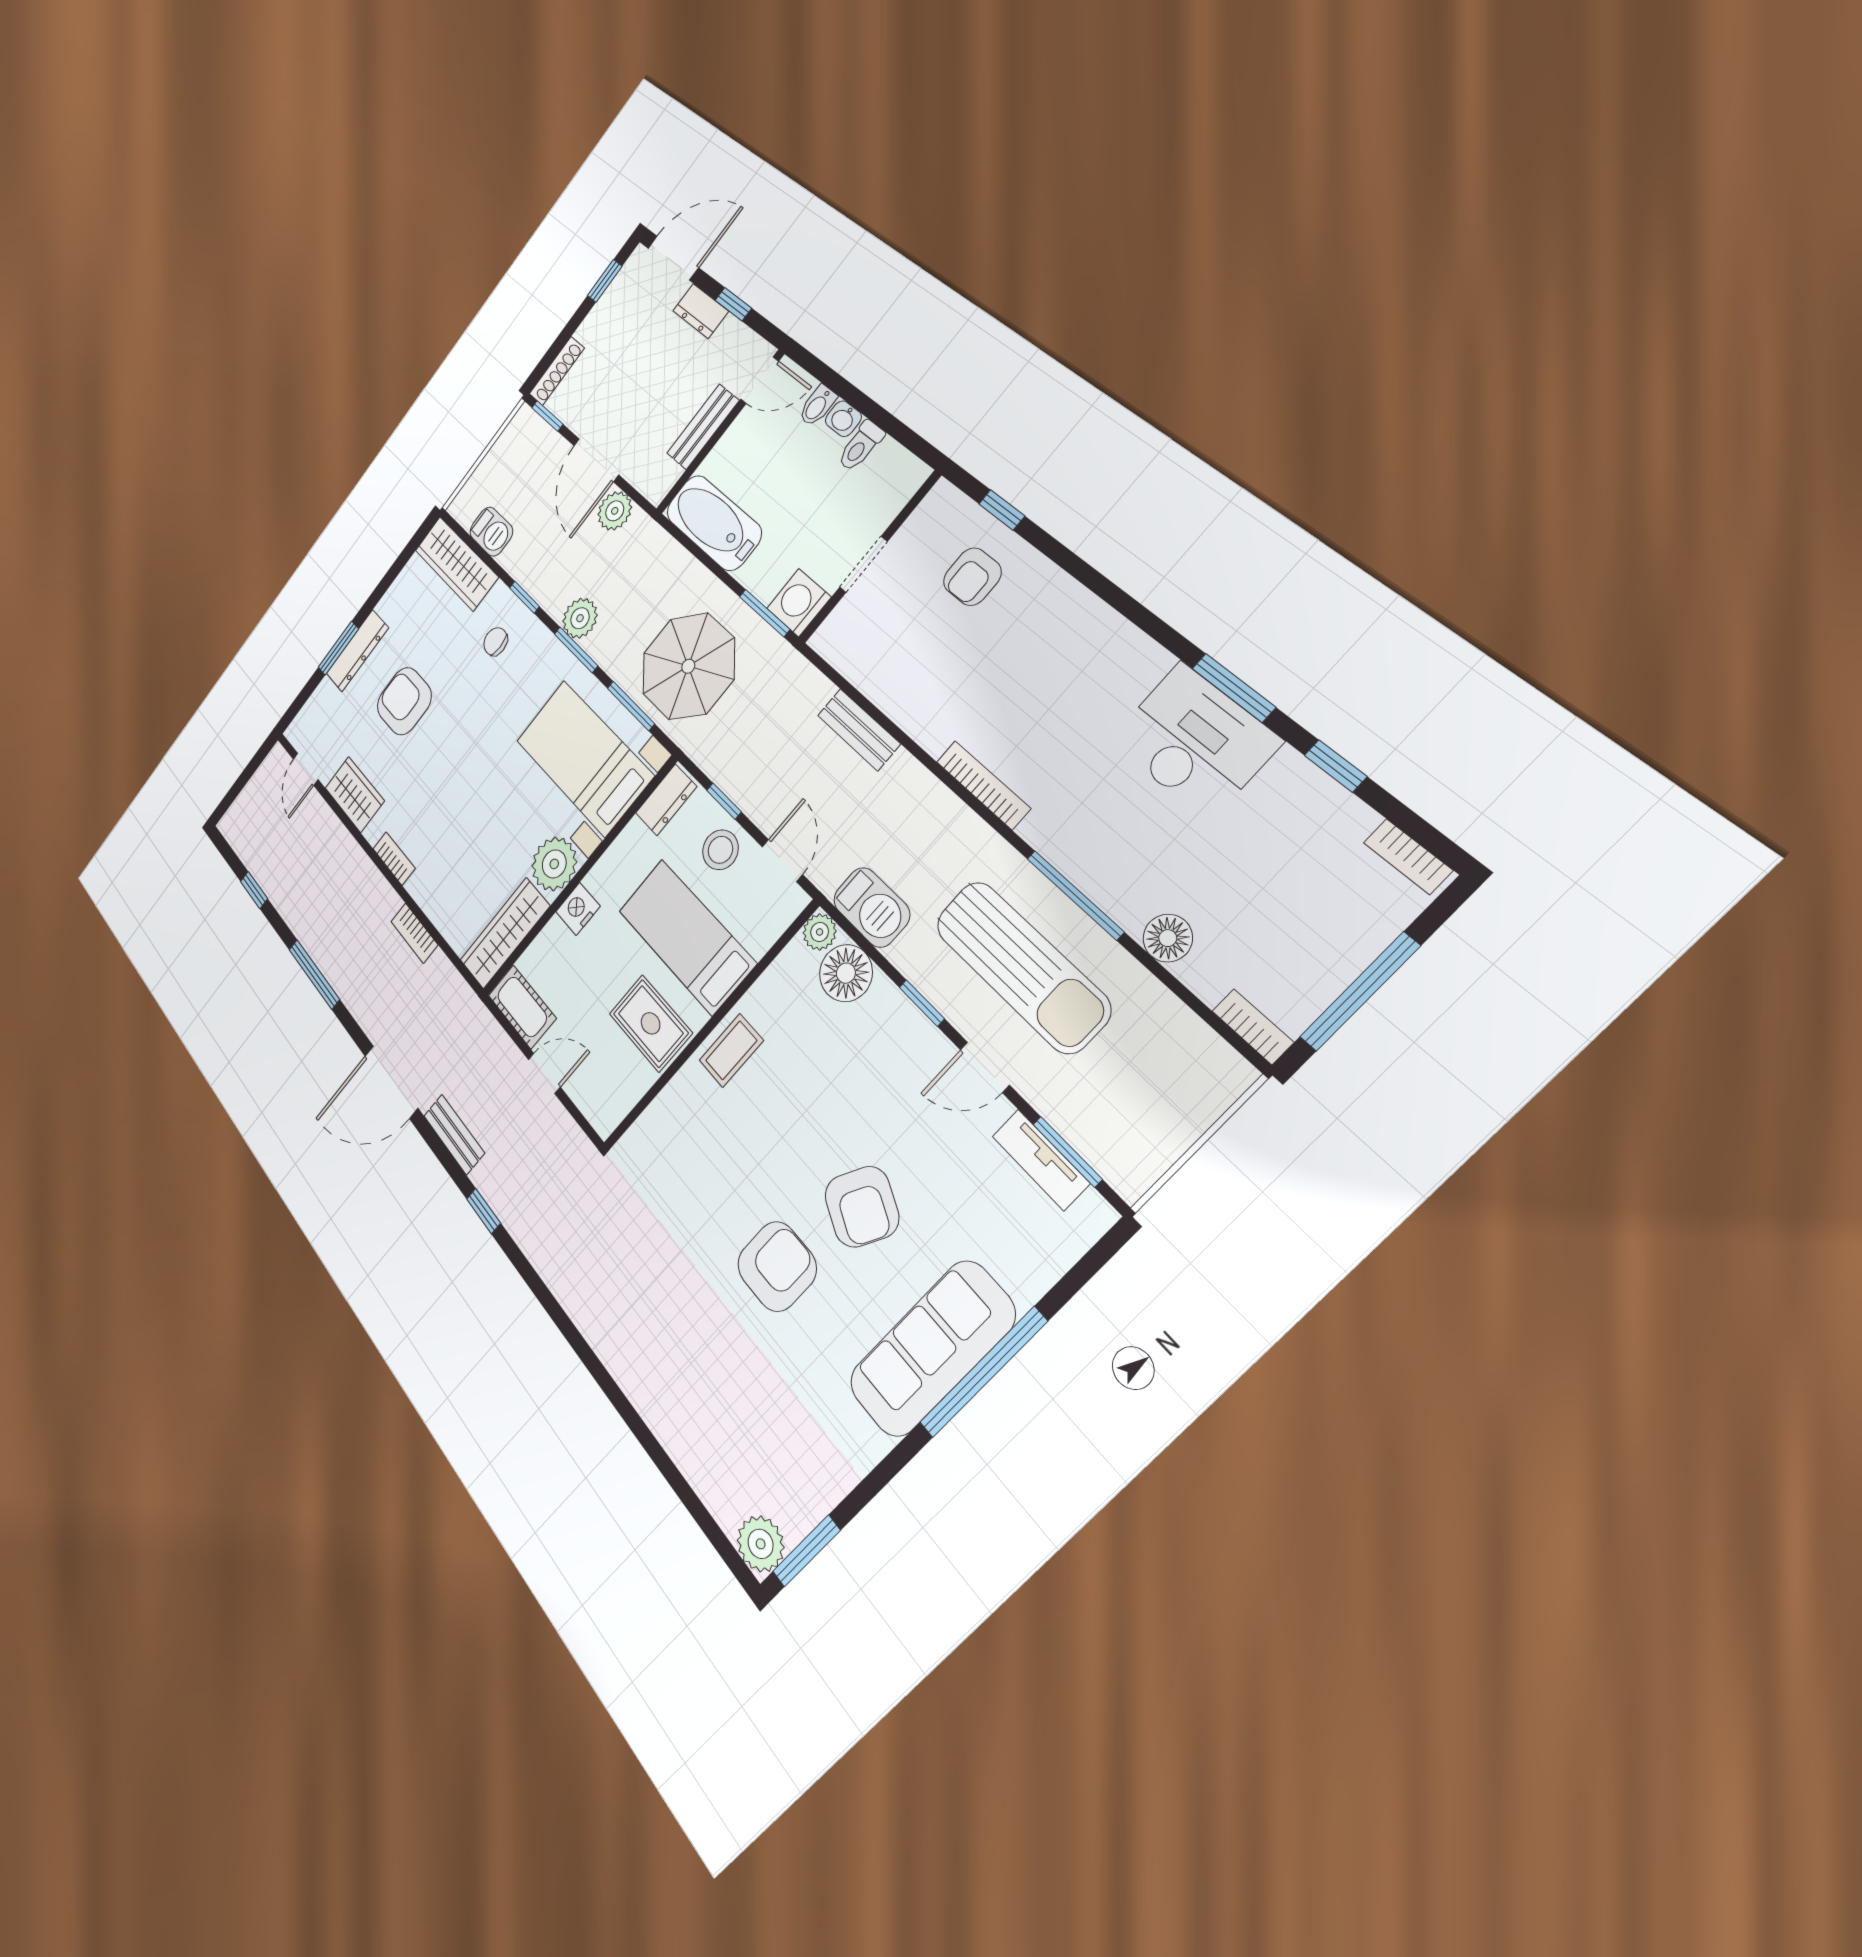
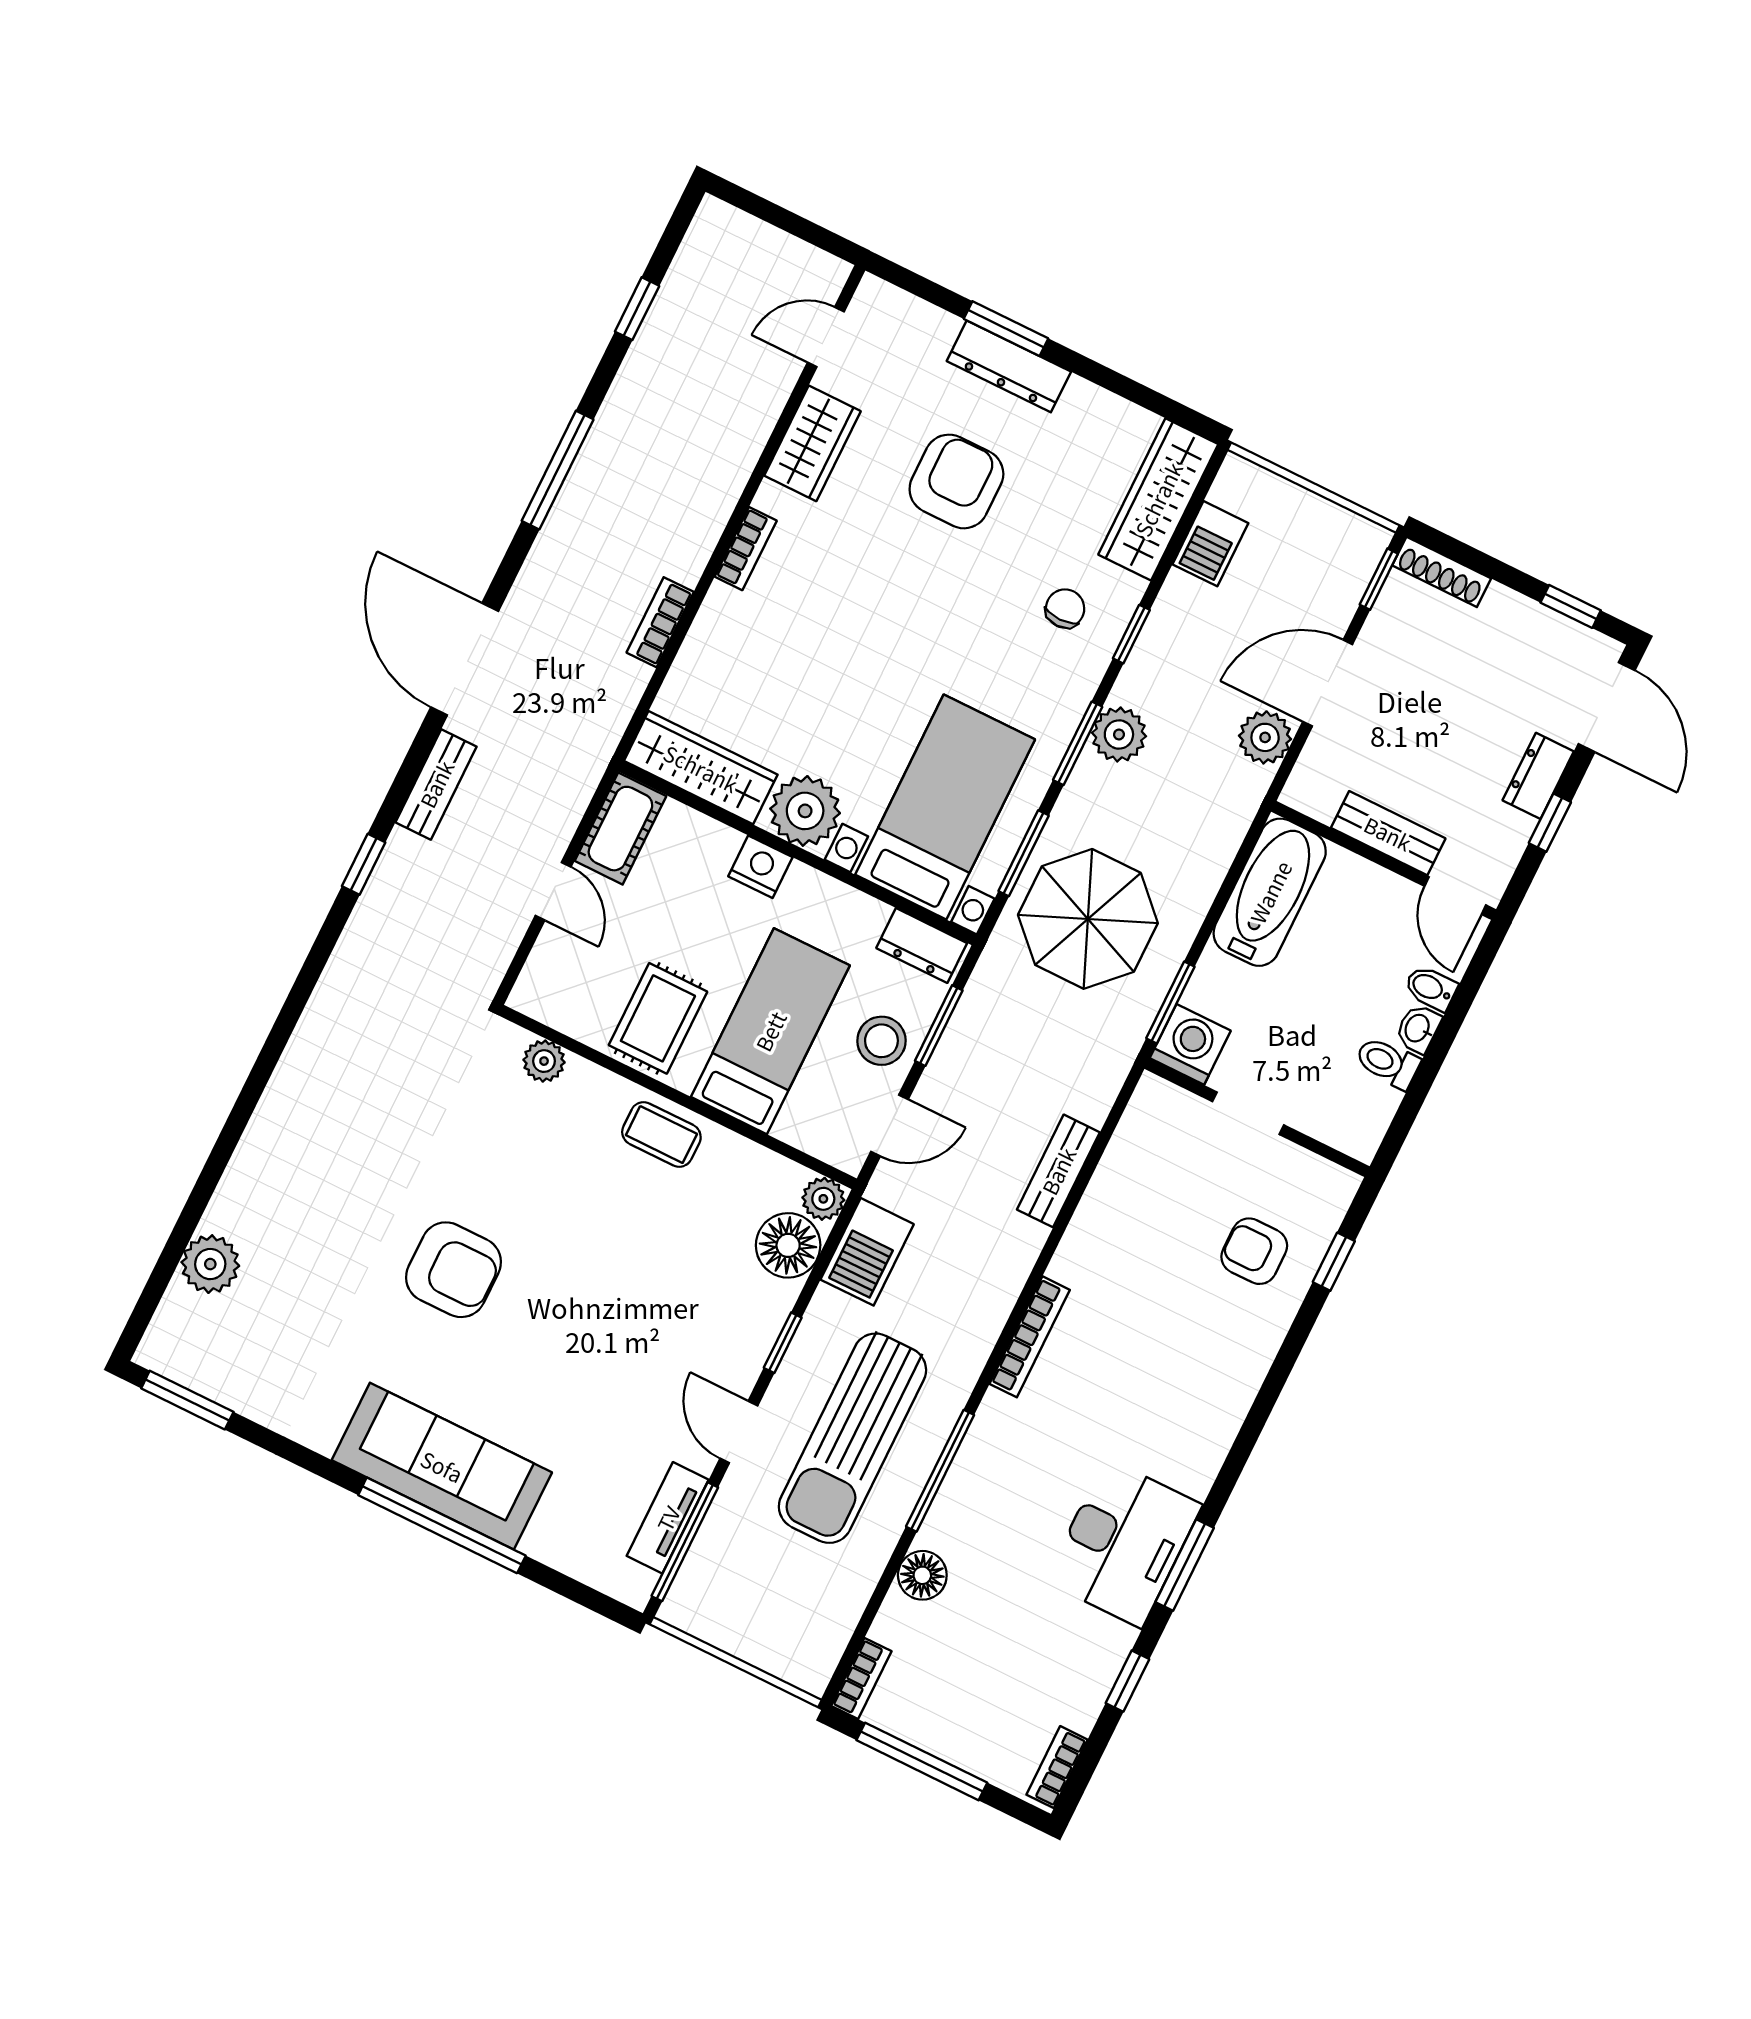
window: (724, 801) -> (939, 1026), width x1.50
plant: (651, 1126) -> (544, 1061), added
window: (1067, 1152) -> (685, 1542), width x1.44
armchair: (862, 1207) -> (552, 1345), removed
plant: (761, 1544) -> (210, 1264), moved

